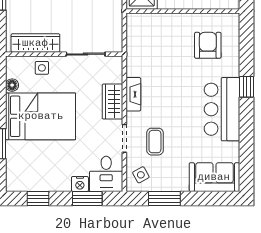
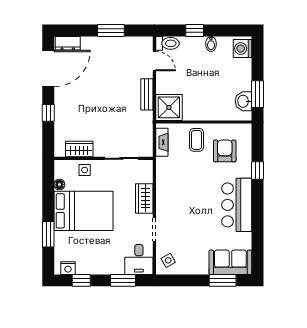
wardrobe: (35, 43) -> (79, 149), width x0.67
window: (247, 87) -> (257, 170), moved
fireplace: (133, 94) -> (162, 142), moved
coffee table: (155, 142) -> (196, 140), moved
nightstand: (80, 184) -> (68, 268), moved
window: (164, 199) -> (223, 280), moved

